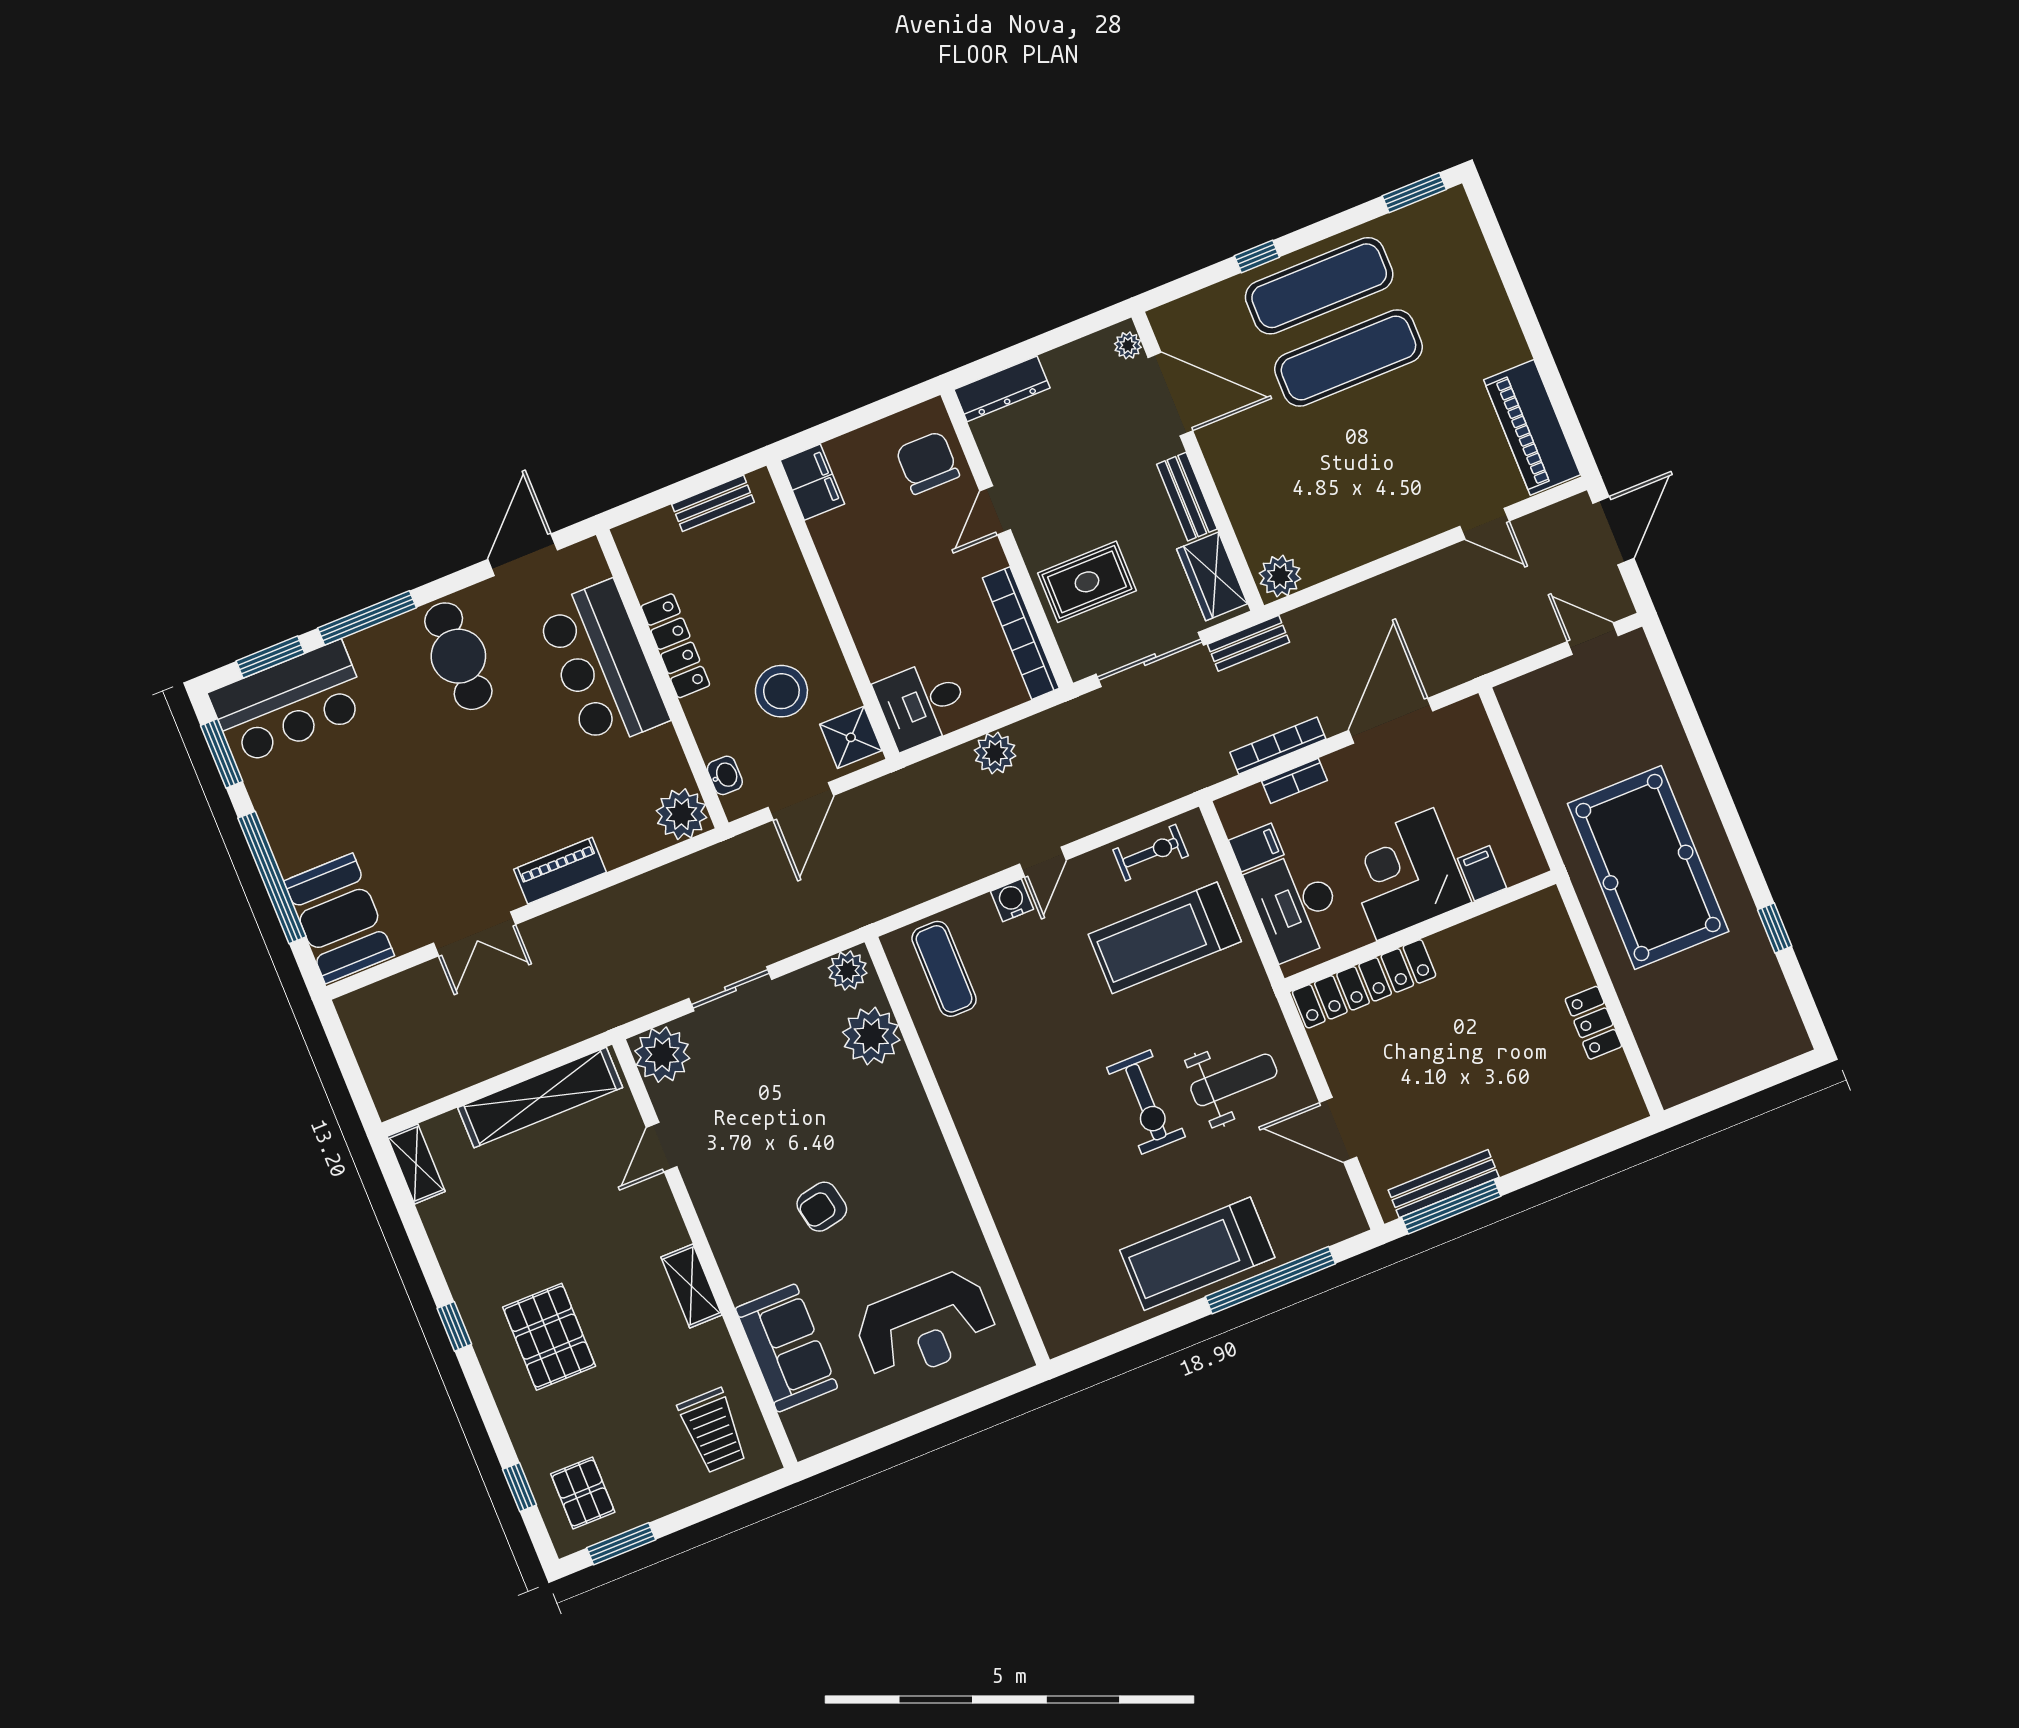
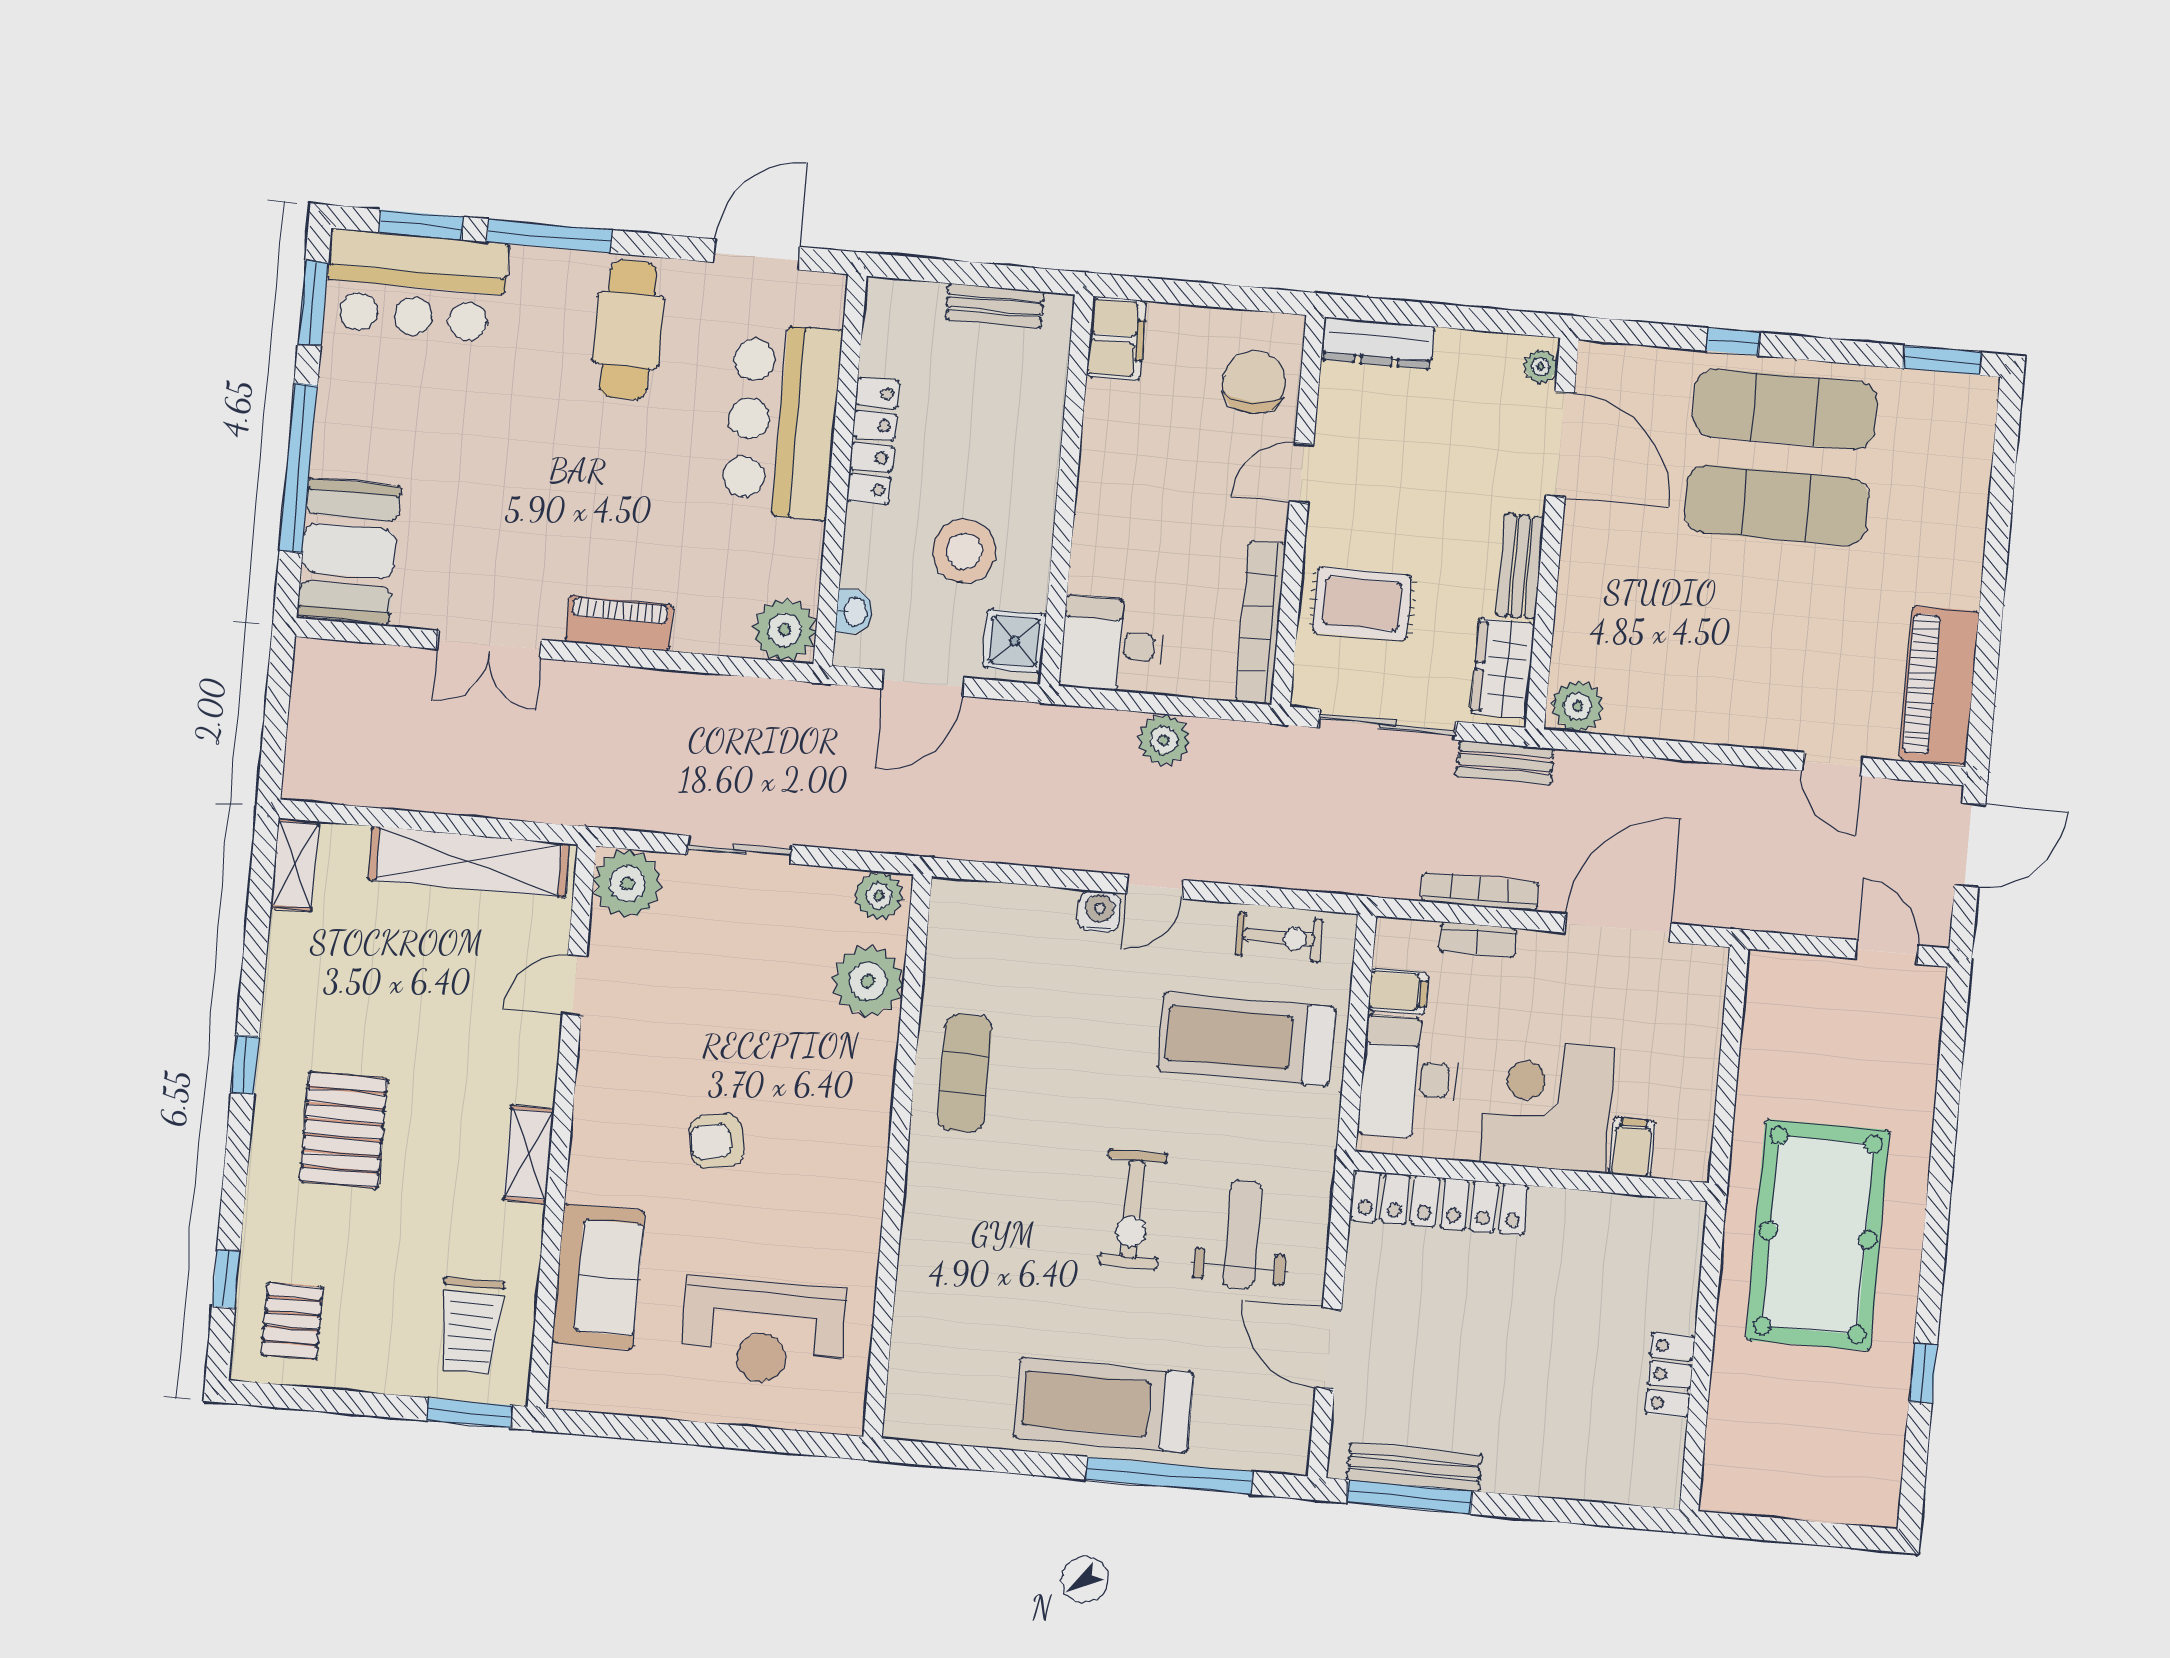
exercise mat: (944, 969) -> (965, 1073), moved
weight bench: (1234, 1080) -> (1242, 1235), turned -90
window: (621, 1544) -> (469, 1413), moved

